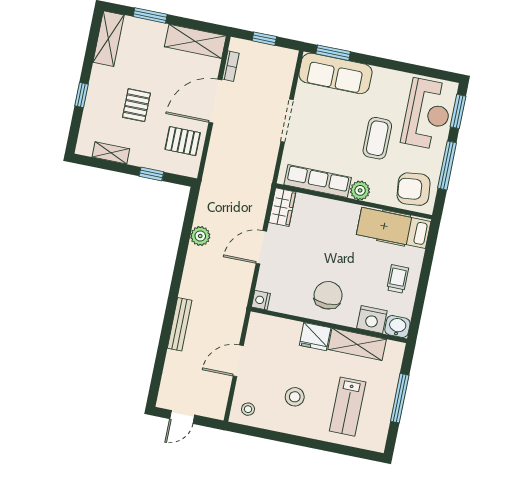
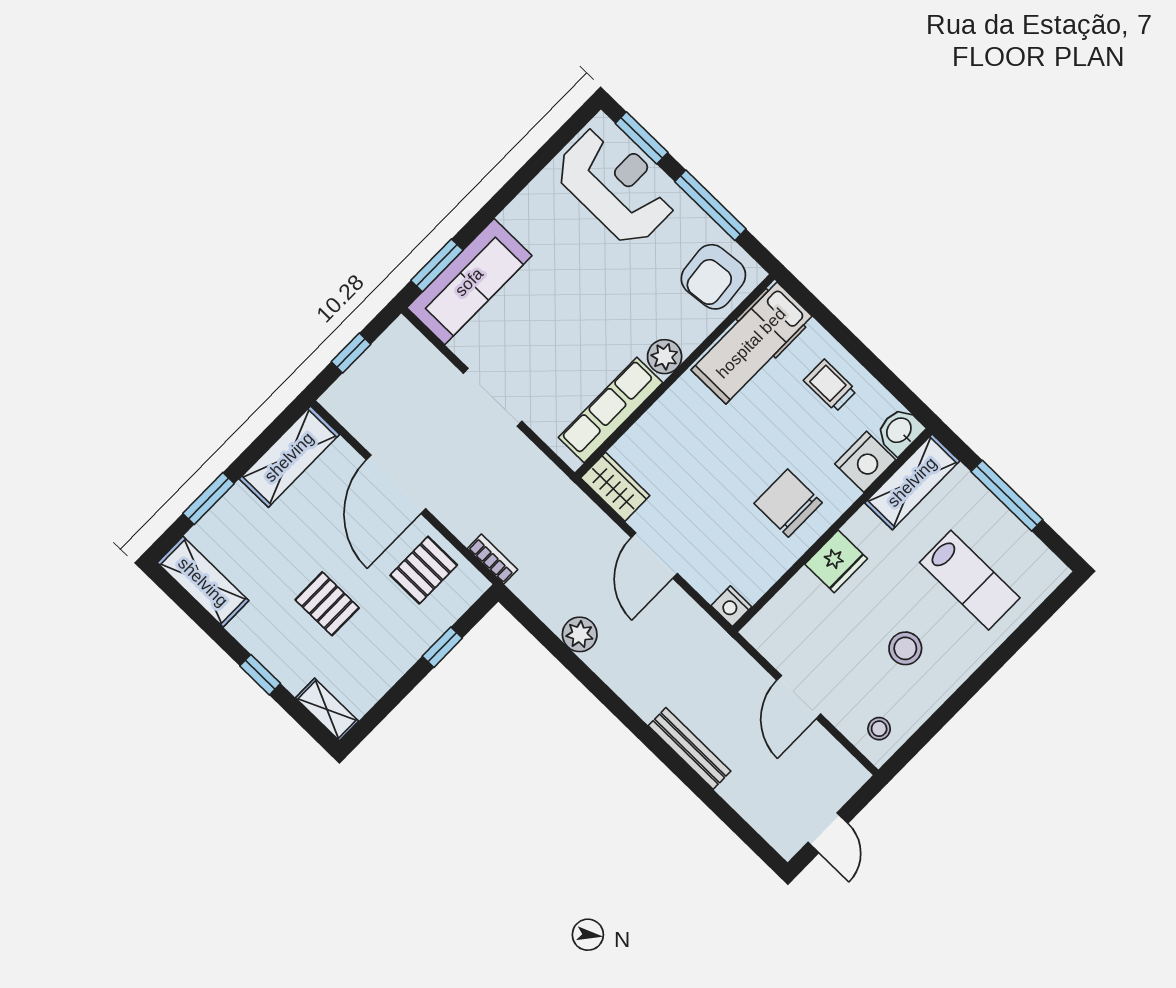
bookcase: (231, 66) -> (493, 559), moved
coffee table: (377, 138) -> (604, 282), removed
shelving: (111, 153) -> (327, 709), moved, turned 90
shelving: (357, 344) -> (912, 482), moved

